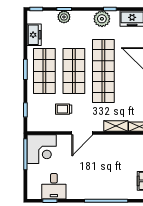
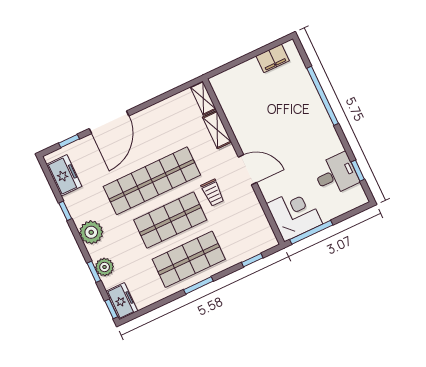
plant: (102, 19) -> (91, 232), moved
freezer: (34, 35) -> (122, 301), moved, turned 90
trolley: (64, 109) -> (213, 193), moved

